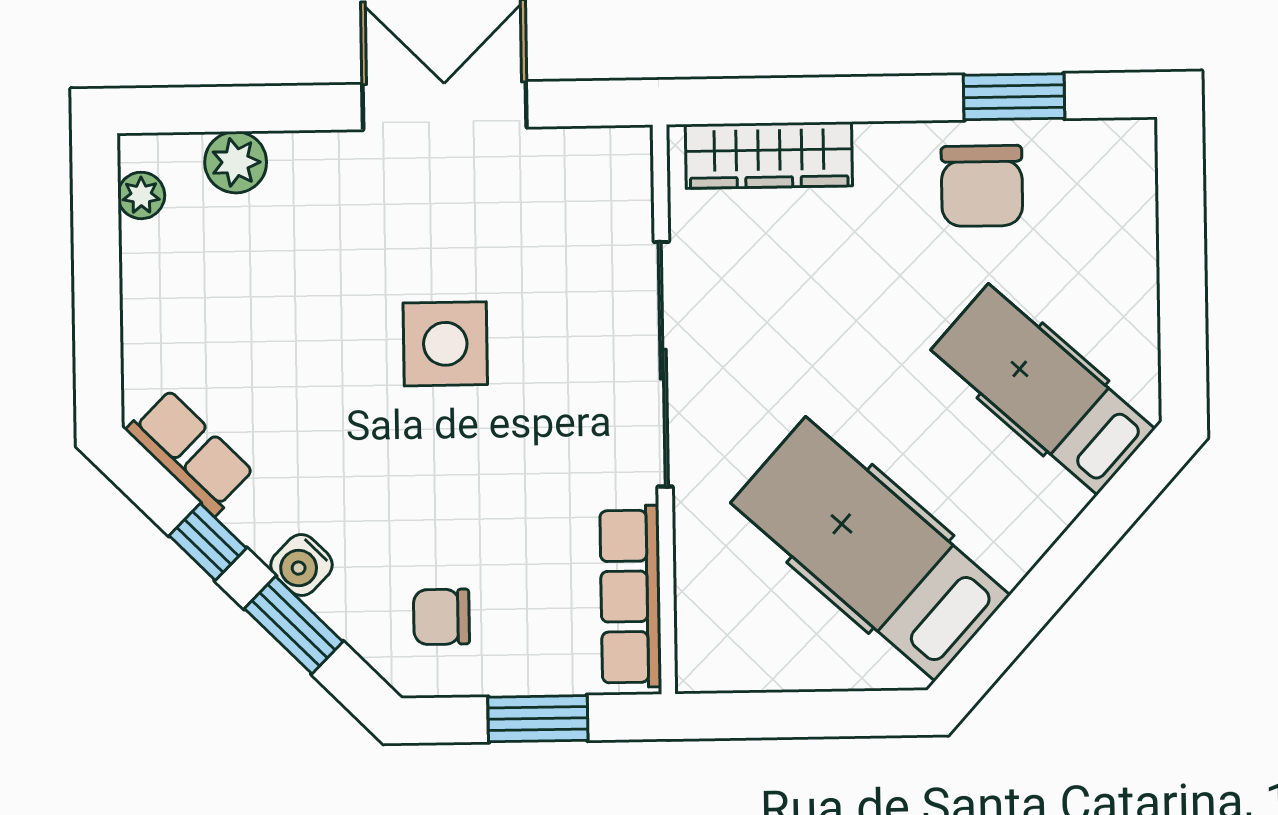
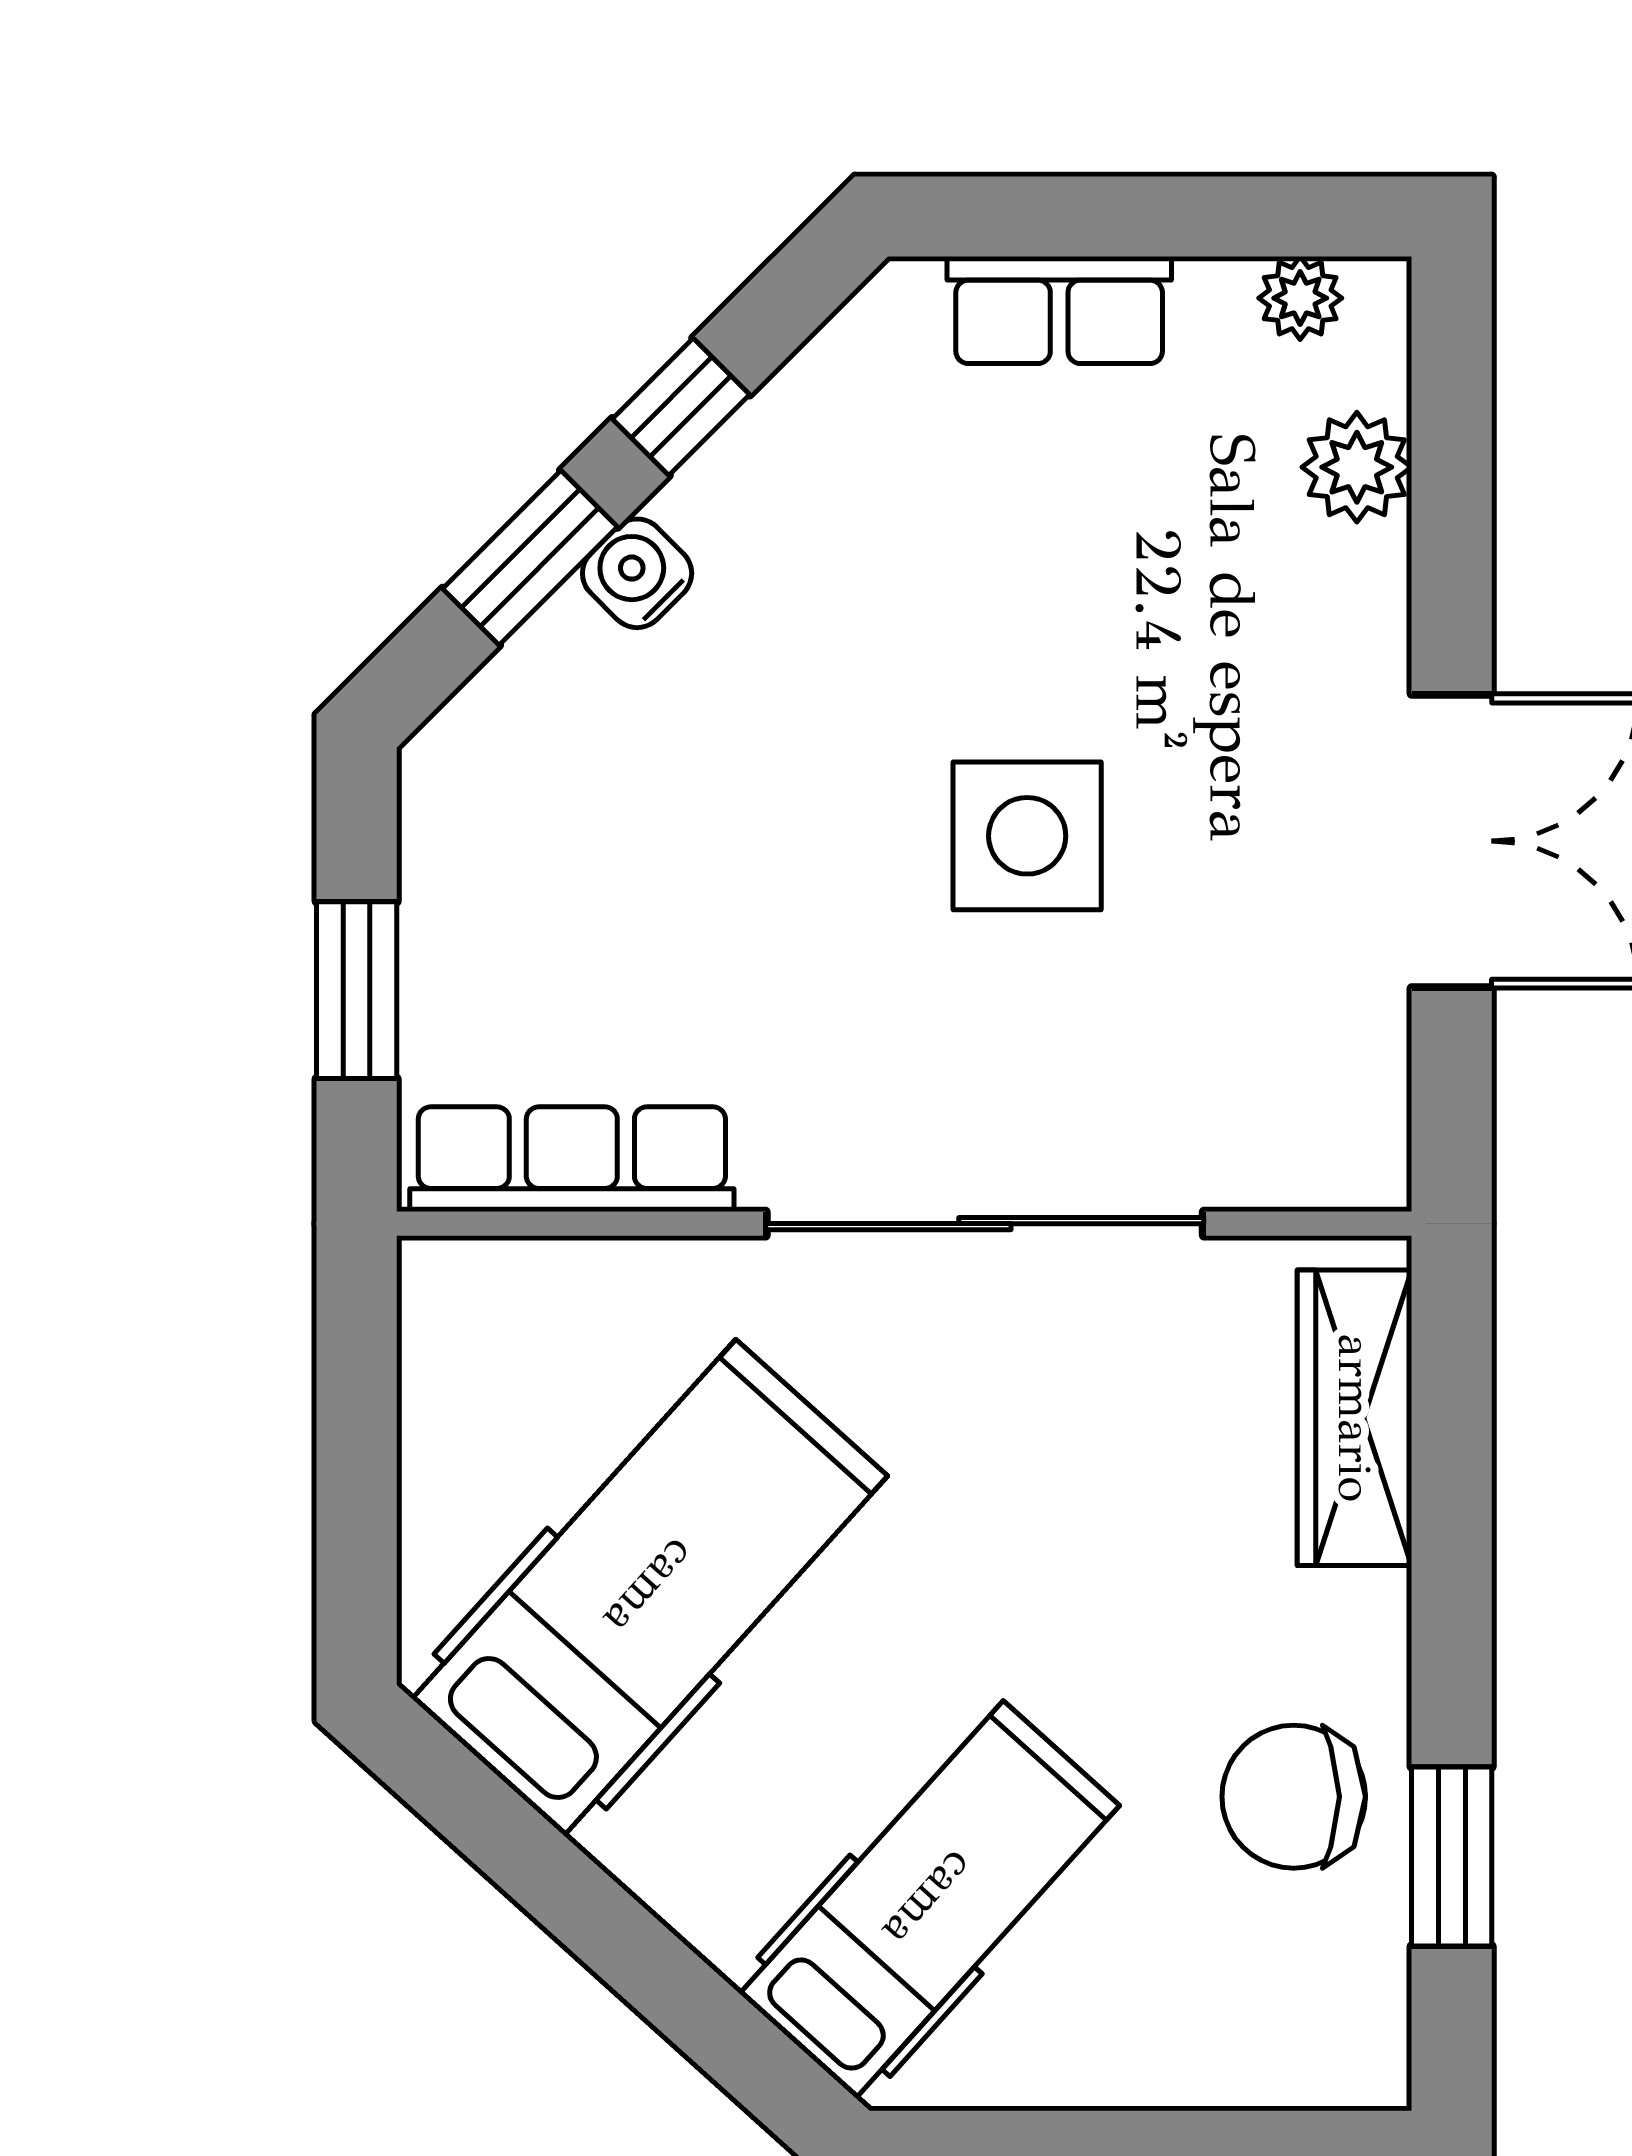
row of seats: (190, 452) -> (1059, 310), moved, turned 45
chair: (441, 617) -> (541, 821), removed

